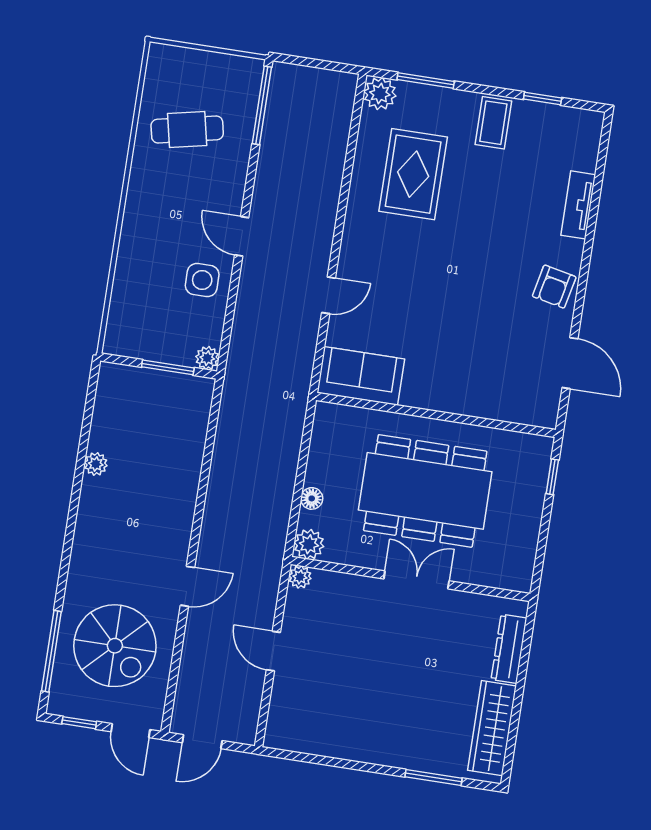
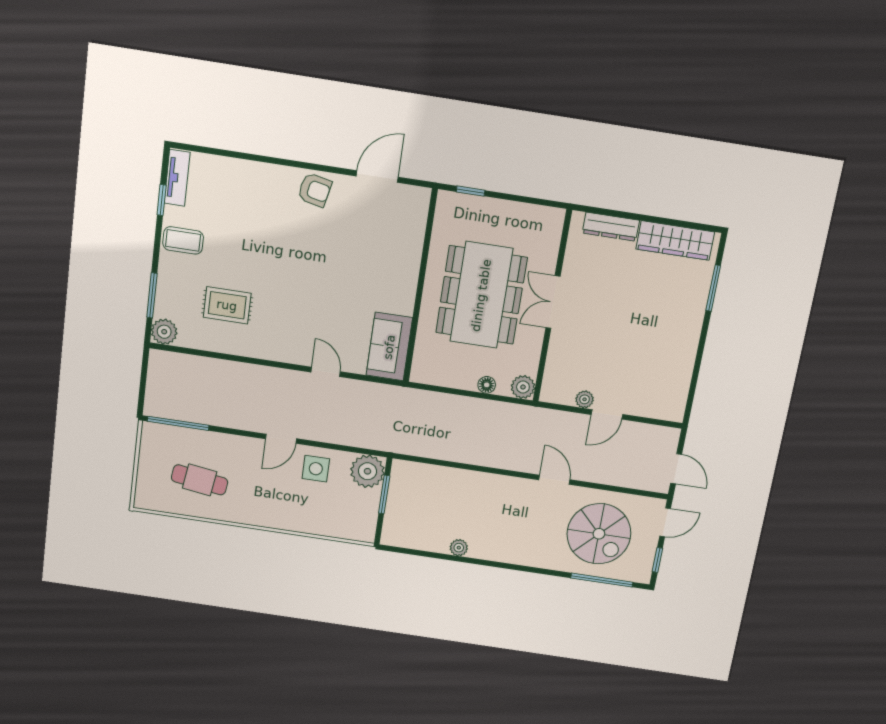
cafe table: (187, 129) -> (200, 480), turned -70
rug: (413, 174) -> (227, 305), width x0.73, depth x0.70
tv unit: (578, 205) -> (177, 178), moved, turned -90
plant: (207, 358) -> (367, 471), width x1.88, depth x1.88
plant: (300, 577) -> (585, 399), moved
spiral stairs: (115, 646) -> (599, 534), turned 90

